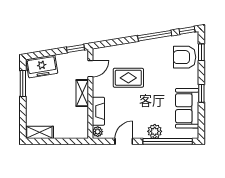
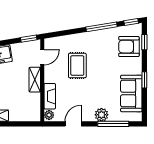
rug: (128, 78) -> (77, 66), turned 90
window: (168, 141) -> (113, 124), width x0.68

